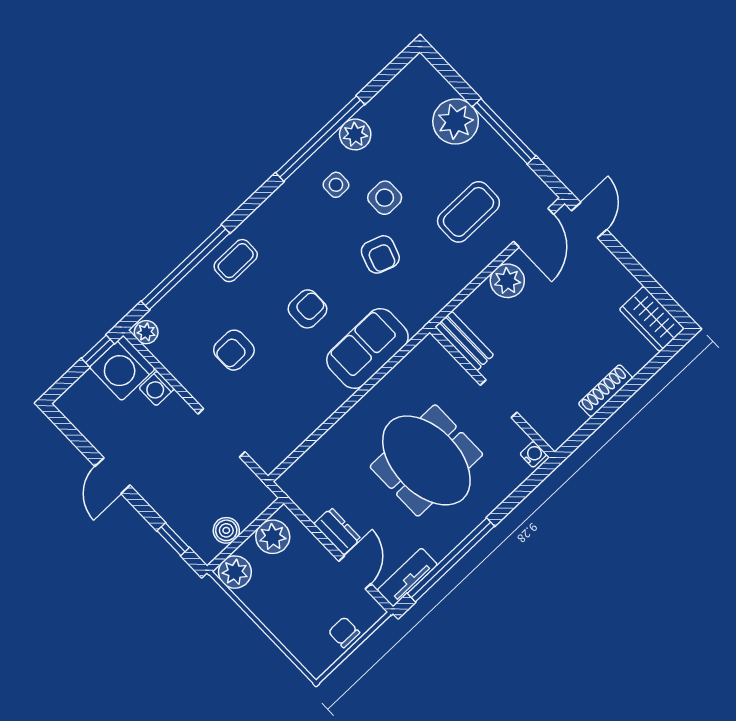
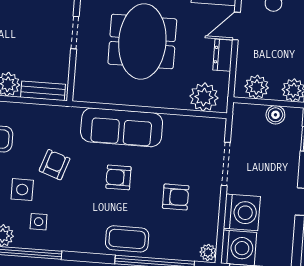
coffee table: (236, 261) -> (127, 239), width x1.36, depth x1.30
bench: (464, 341) -> (43, 91), moved, turned 90
sofa: (367, 349) -> (122, 127), width x1.36
washing machine: (157, 388) -> (242, 212), width x1.89, depth x1.89
plant: (311, 473) -> (204, 97), added

